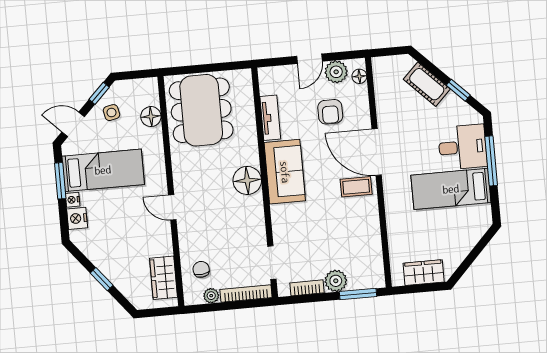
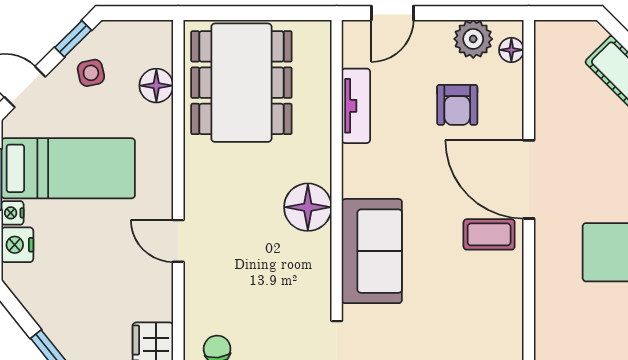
door: (309, 59) -> (392, 13), moved
sofa: (285, 172) -> (372, 251), moved

